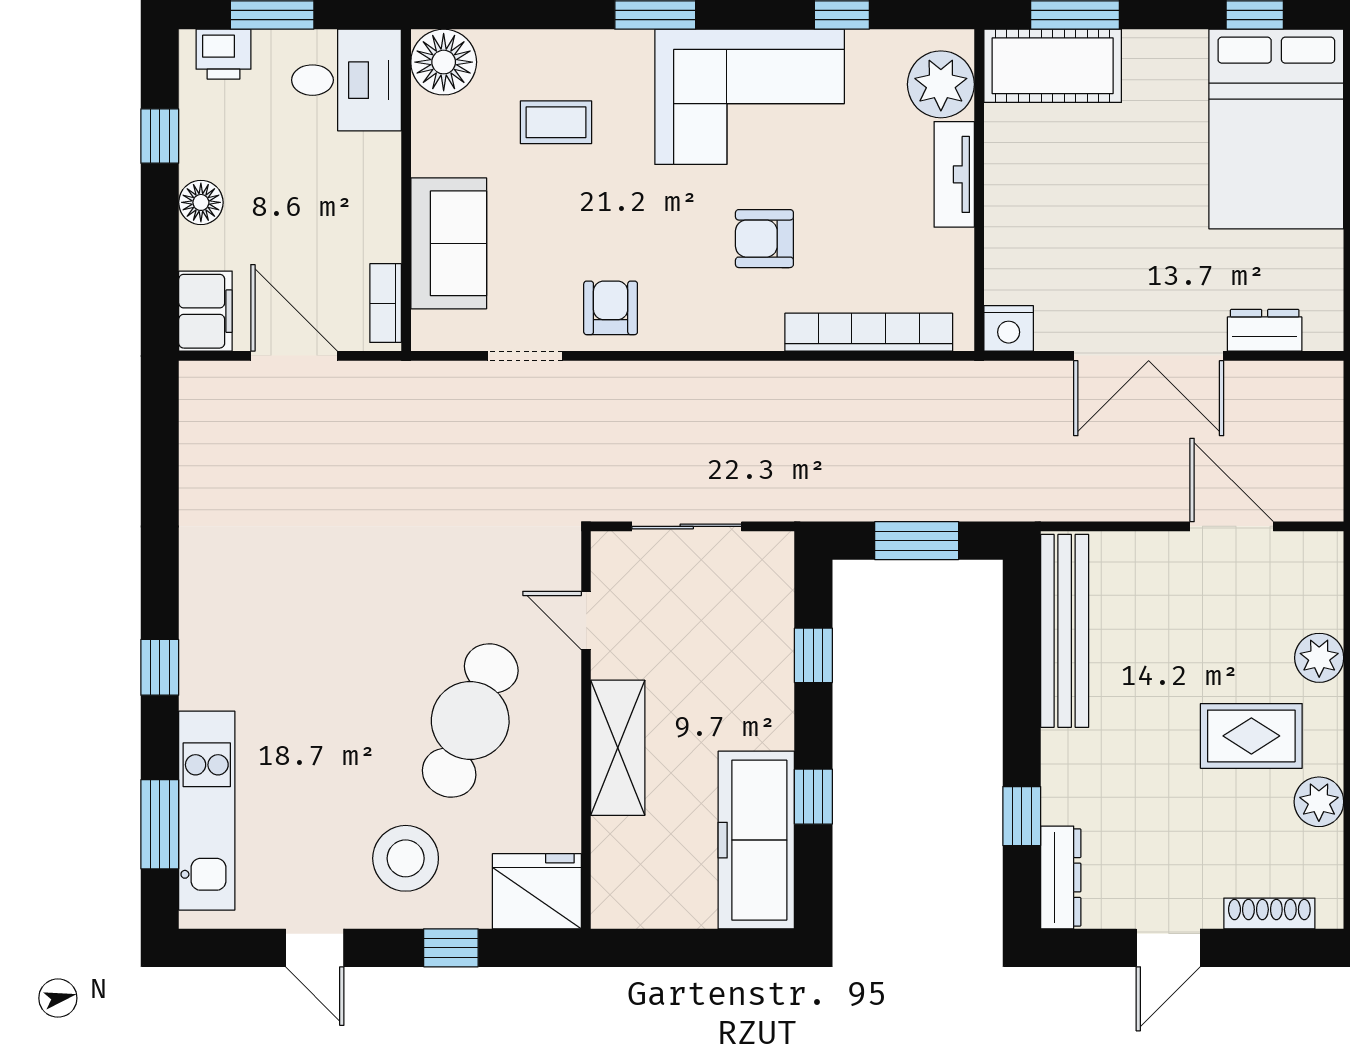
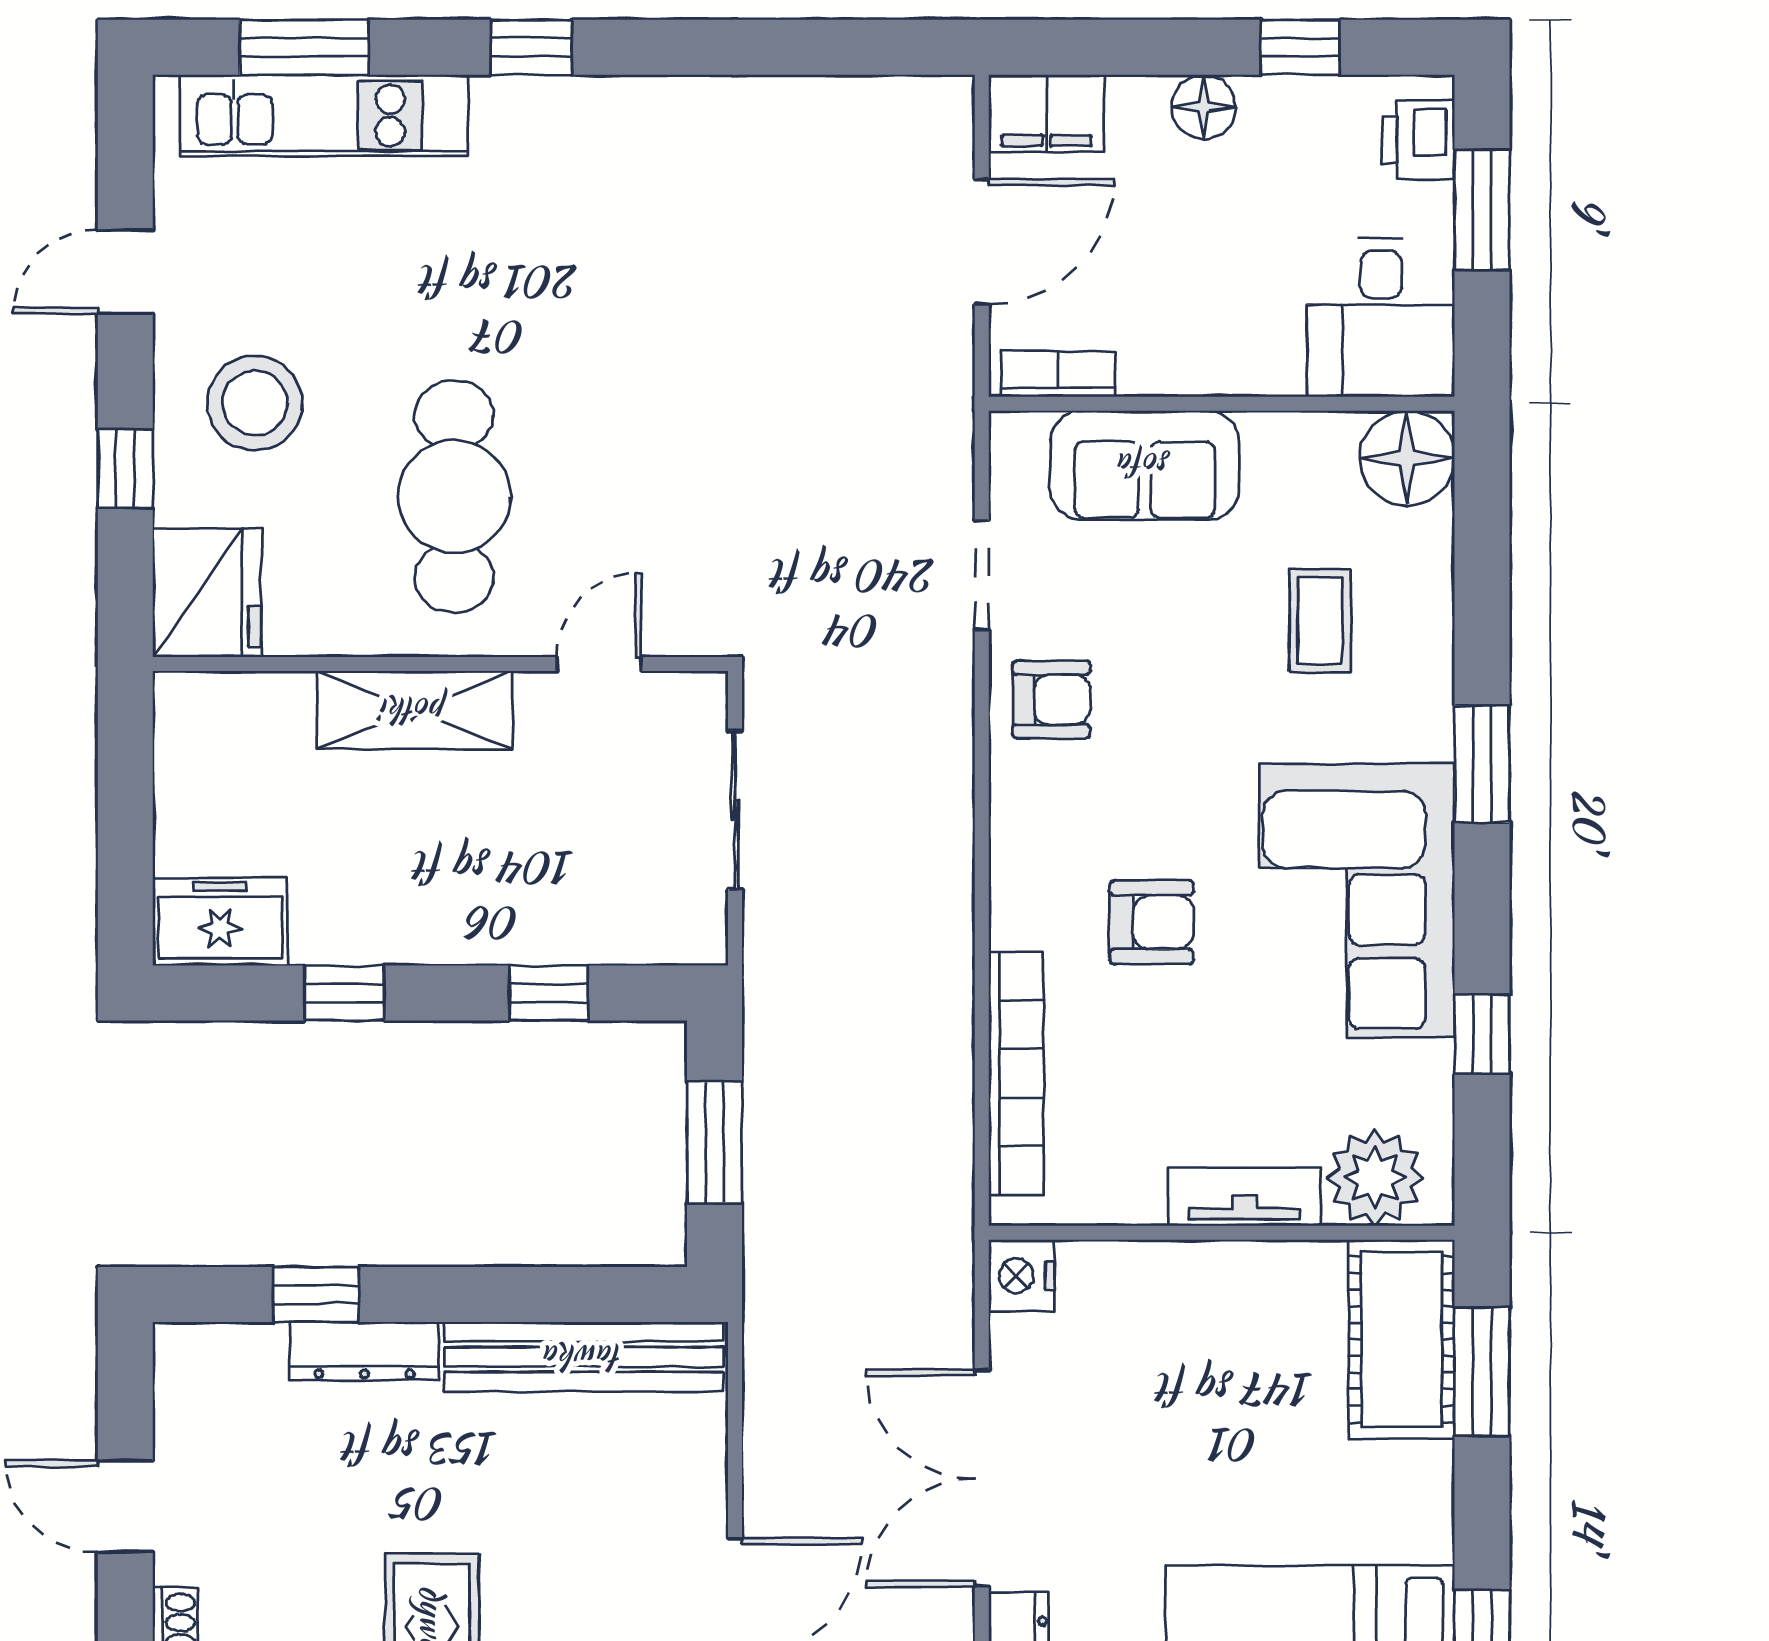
armchair: (764, 239) -> (1152, 922), turned 90
cafe table: (470, 720) -> (454, 496), turned 68
freezer: (756, 840) -> (220, 922), width x0.52, depth x0.79
dresser: (1061, 878) -> (364, 1351), moved

